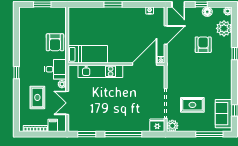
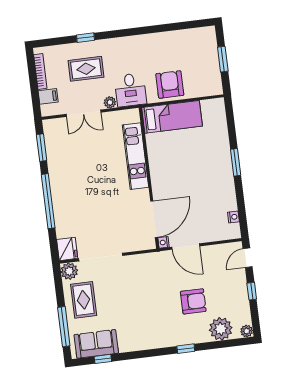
floor lamp: (207, 12) -> (242, 301), removed
door: (166, 35) -> (186, 247), moved
armchair: (55, 42) -> (170, 85), turned 90
bed: (88, 54) -> (172, 117), moved, turned -90
door: (144, 64) -> (154, 219), hinge flipped
window: (16, 73) -> (86, 38), moved
double door: (67, 103) -> (83, 113), swing flipped
rug: (192, 105) -> (84, 300), moved

